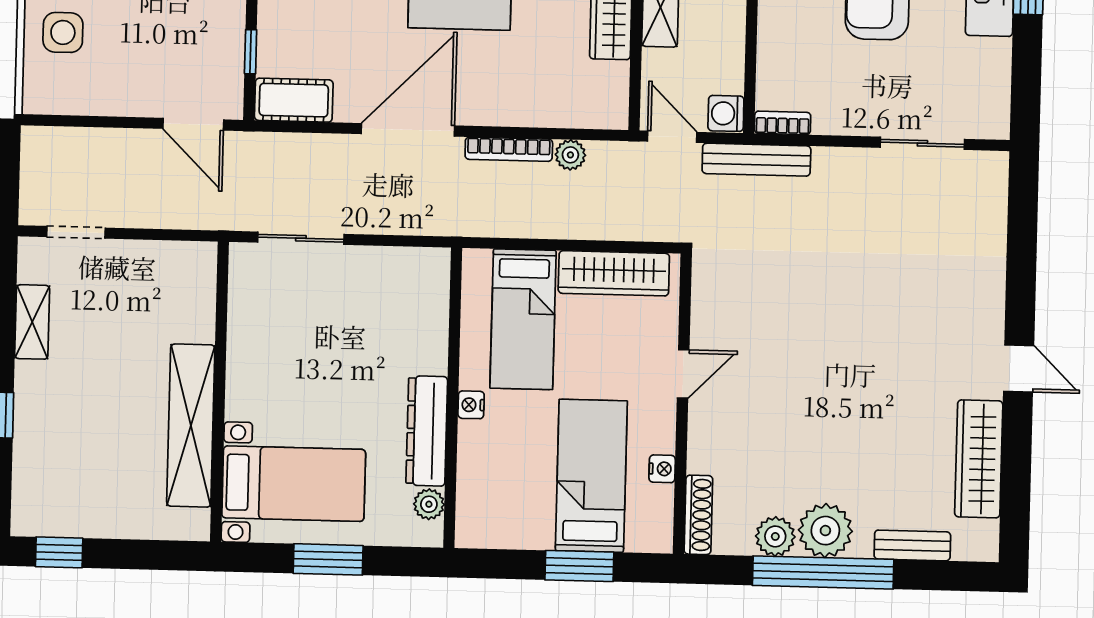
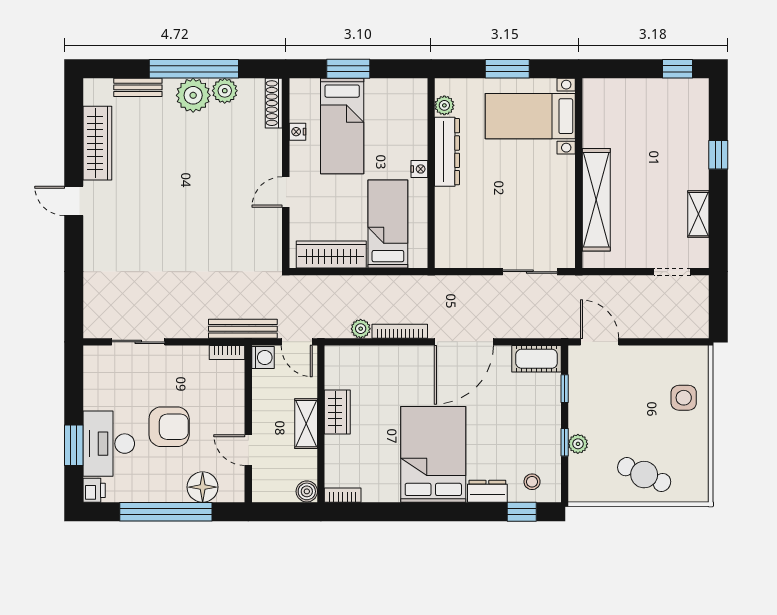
shelving: (191, 426) -> (596, 200), moved

